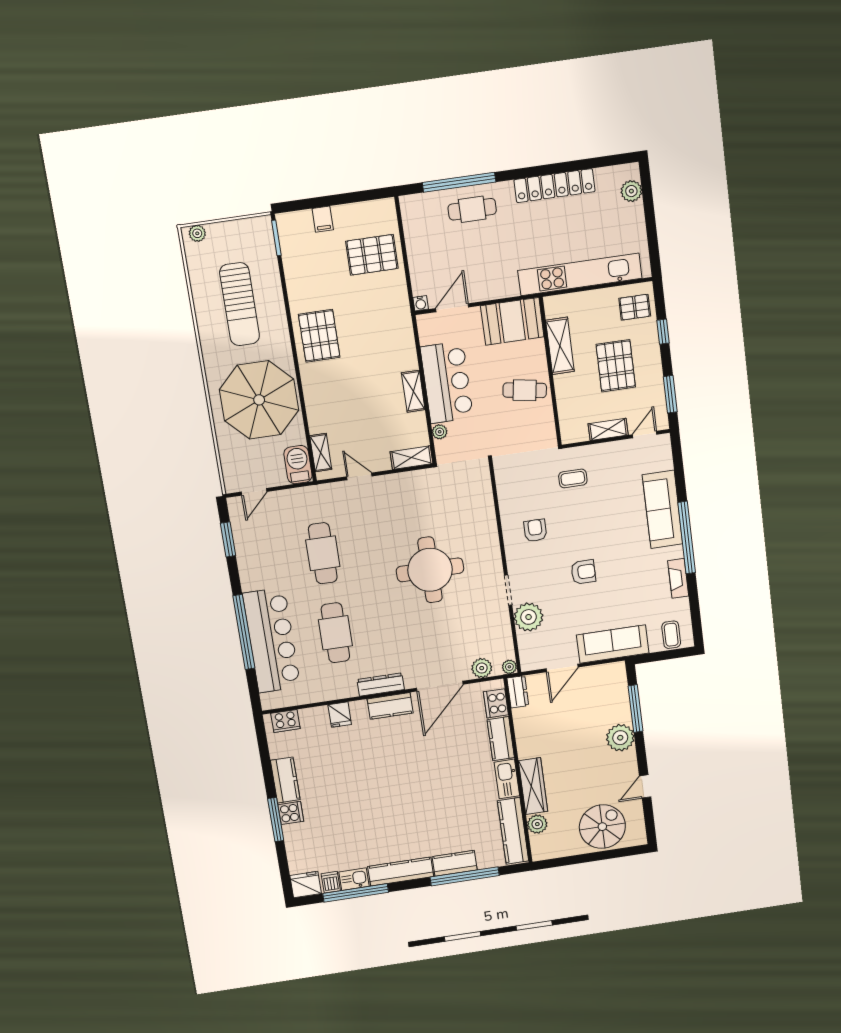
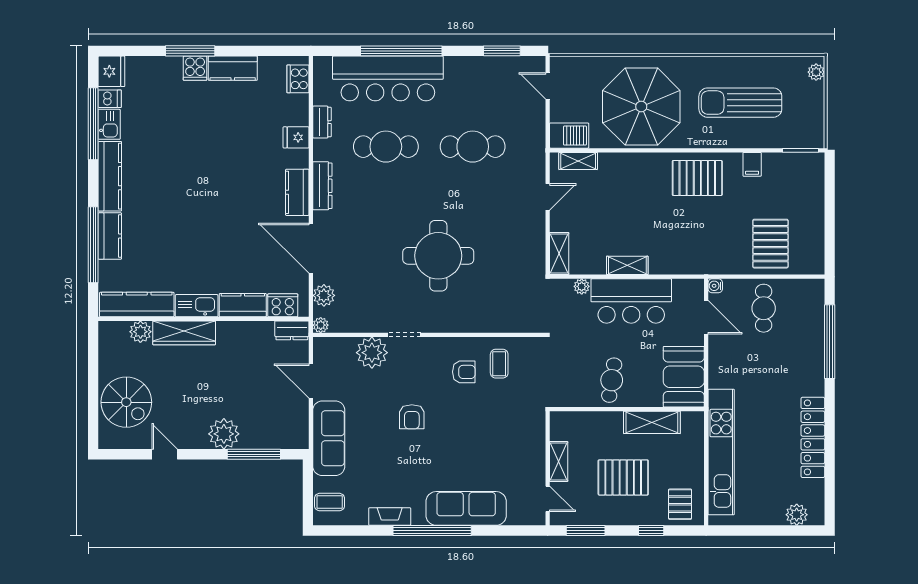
cafe table: (472, 209) -> (764, 308), moved
filing cabinet: (323, 219) -> (752, 164), moved, turned -90
coffee table: (573, 478) -> (499, 364), moved
dresser: (322, 694) -> (322, 122), added

